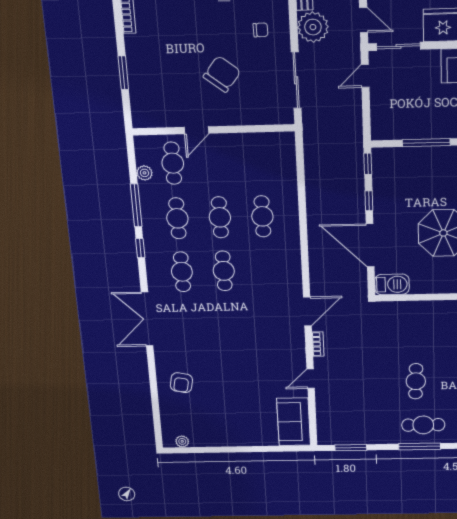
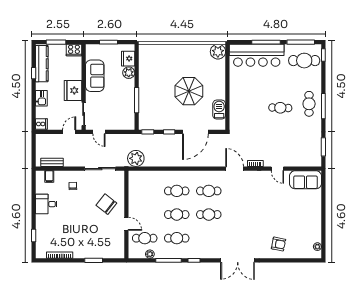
plant: (313, 27) -> (136, 158), moved
chair: (222, 74) -> (106, 204), moved
cafe table: (182, 272) -> (209, 191), moved
barbecue: (392, 284) -> (219, 110), moved

